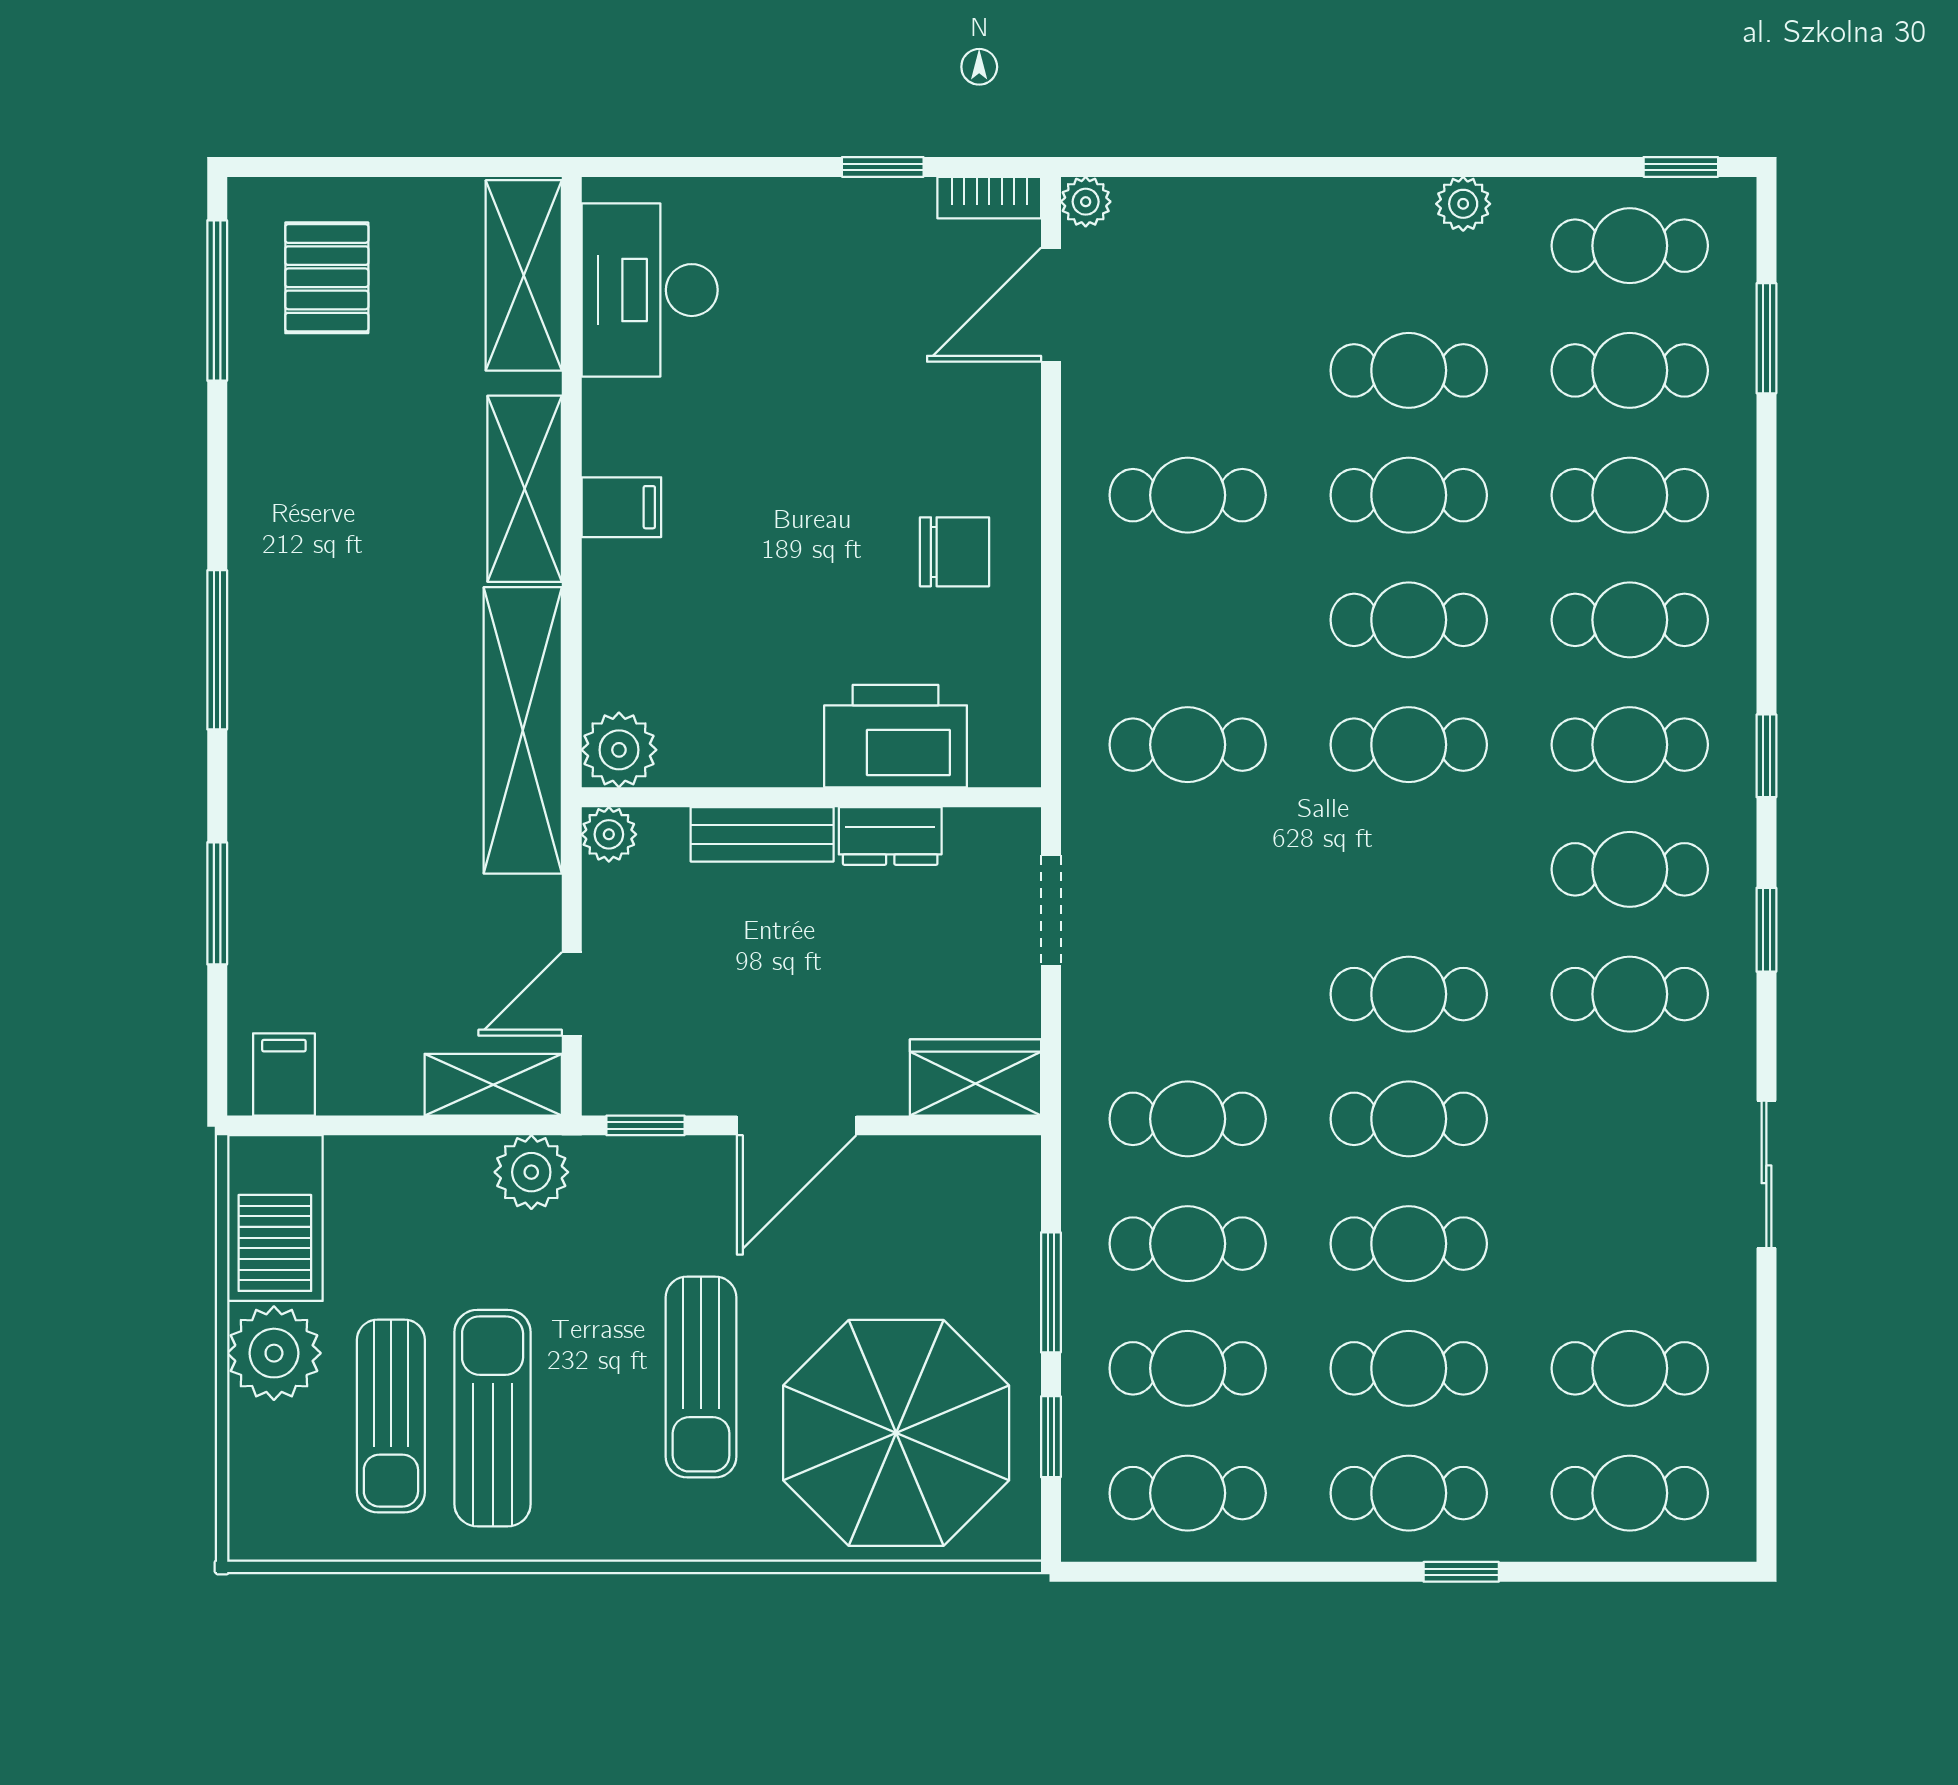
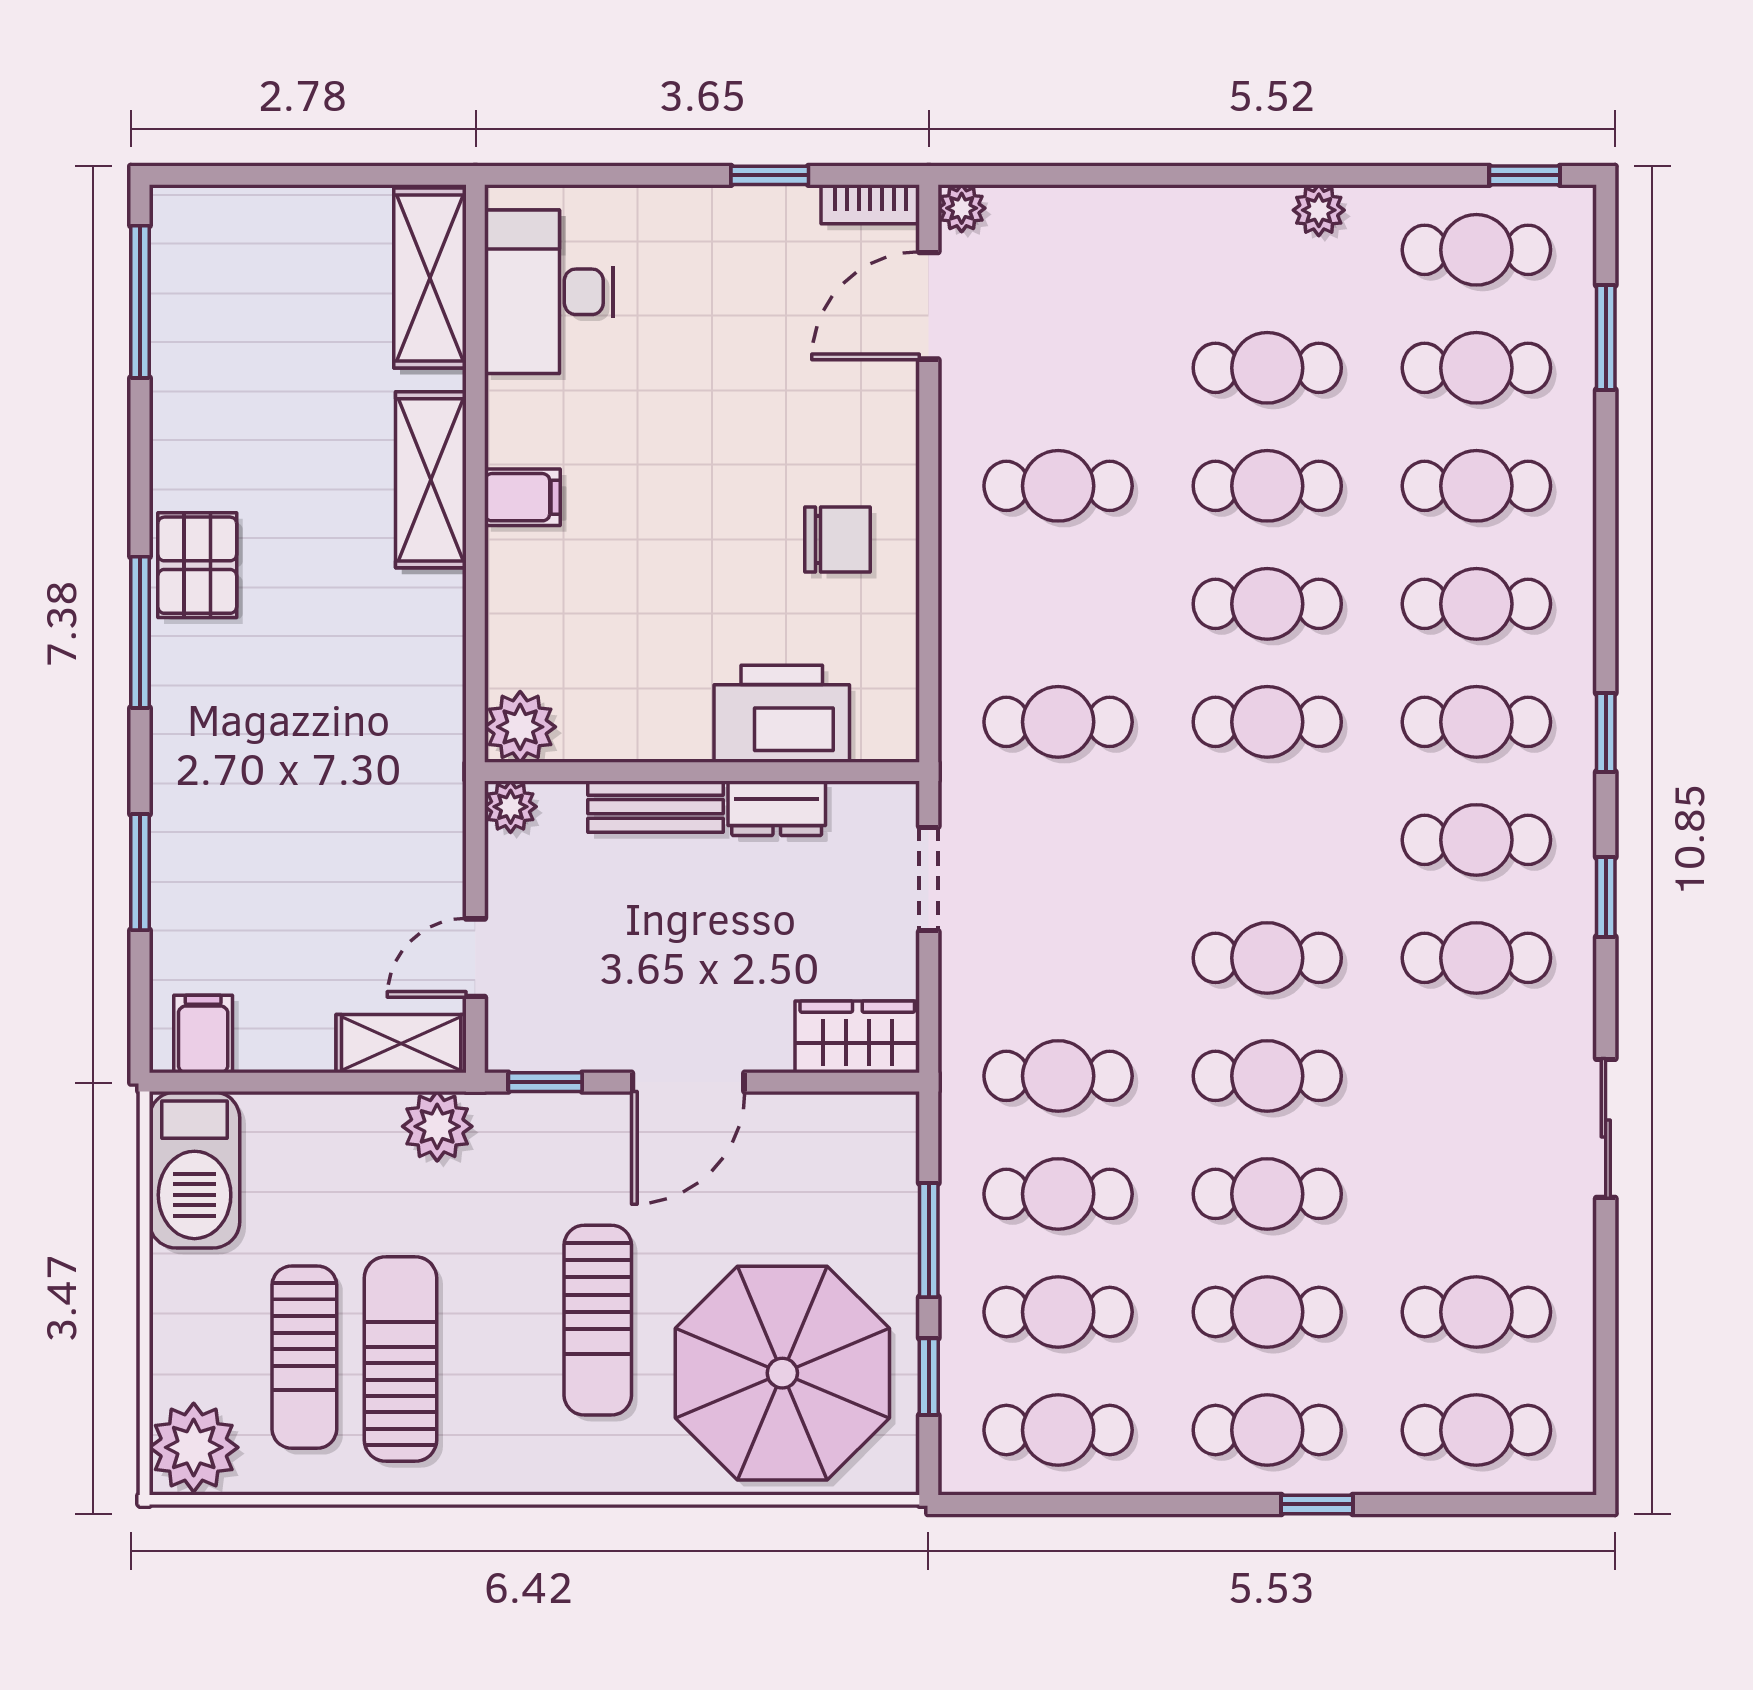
pallet: (327, 278) -> (197, 565), moved
shelving: (523, 730) -> (429, 708), removed
plant: (274, 1353) -> (194, 1447), moved

